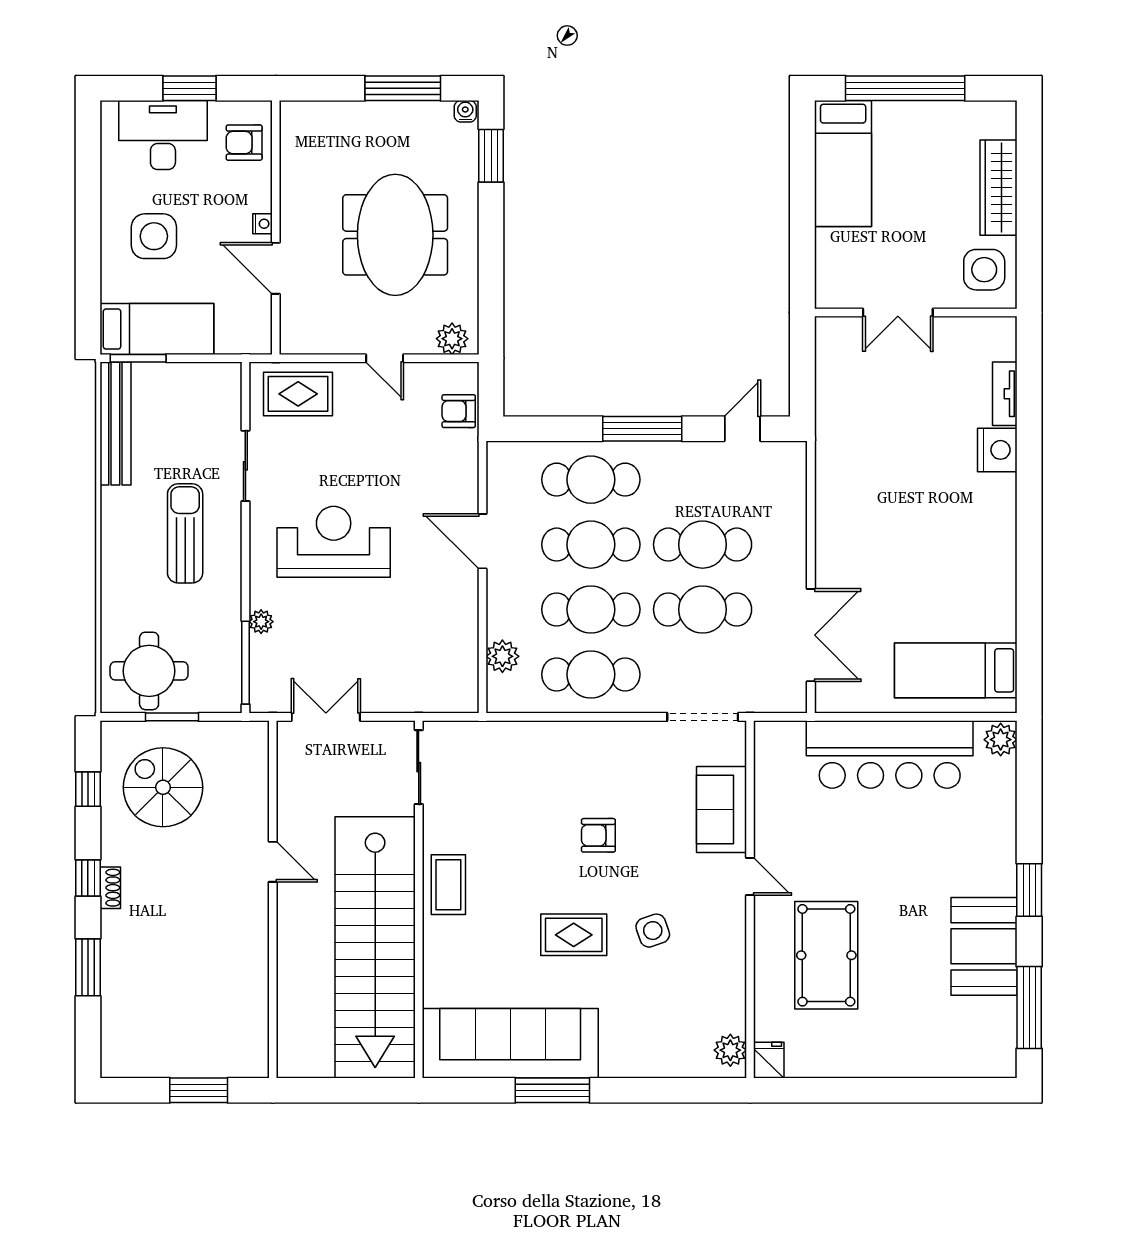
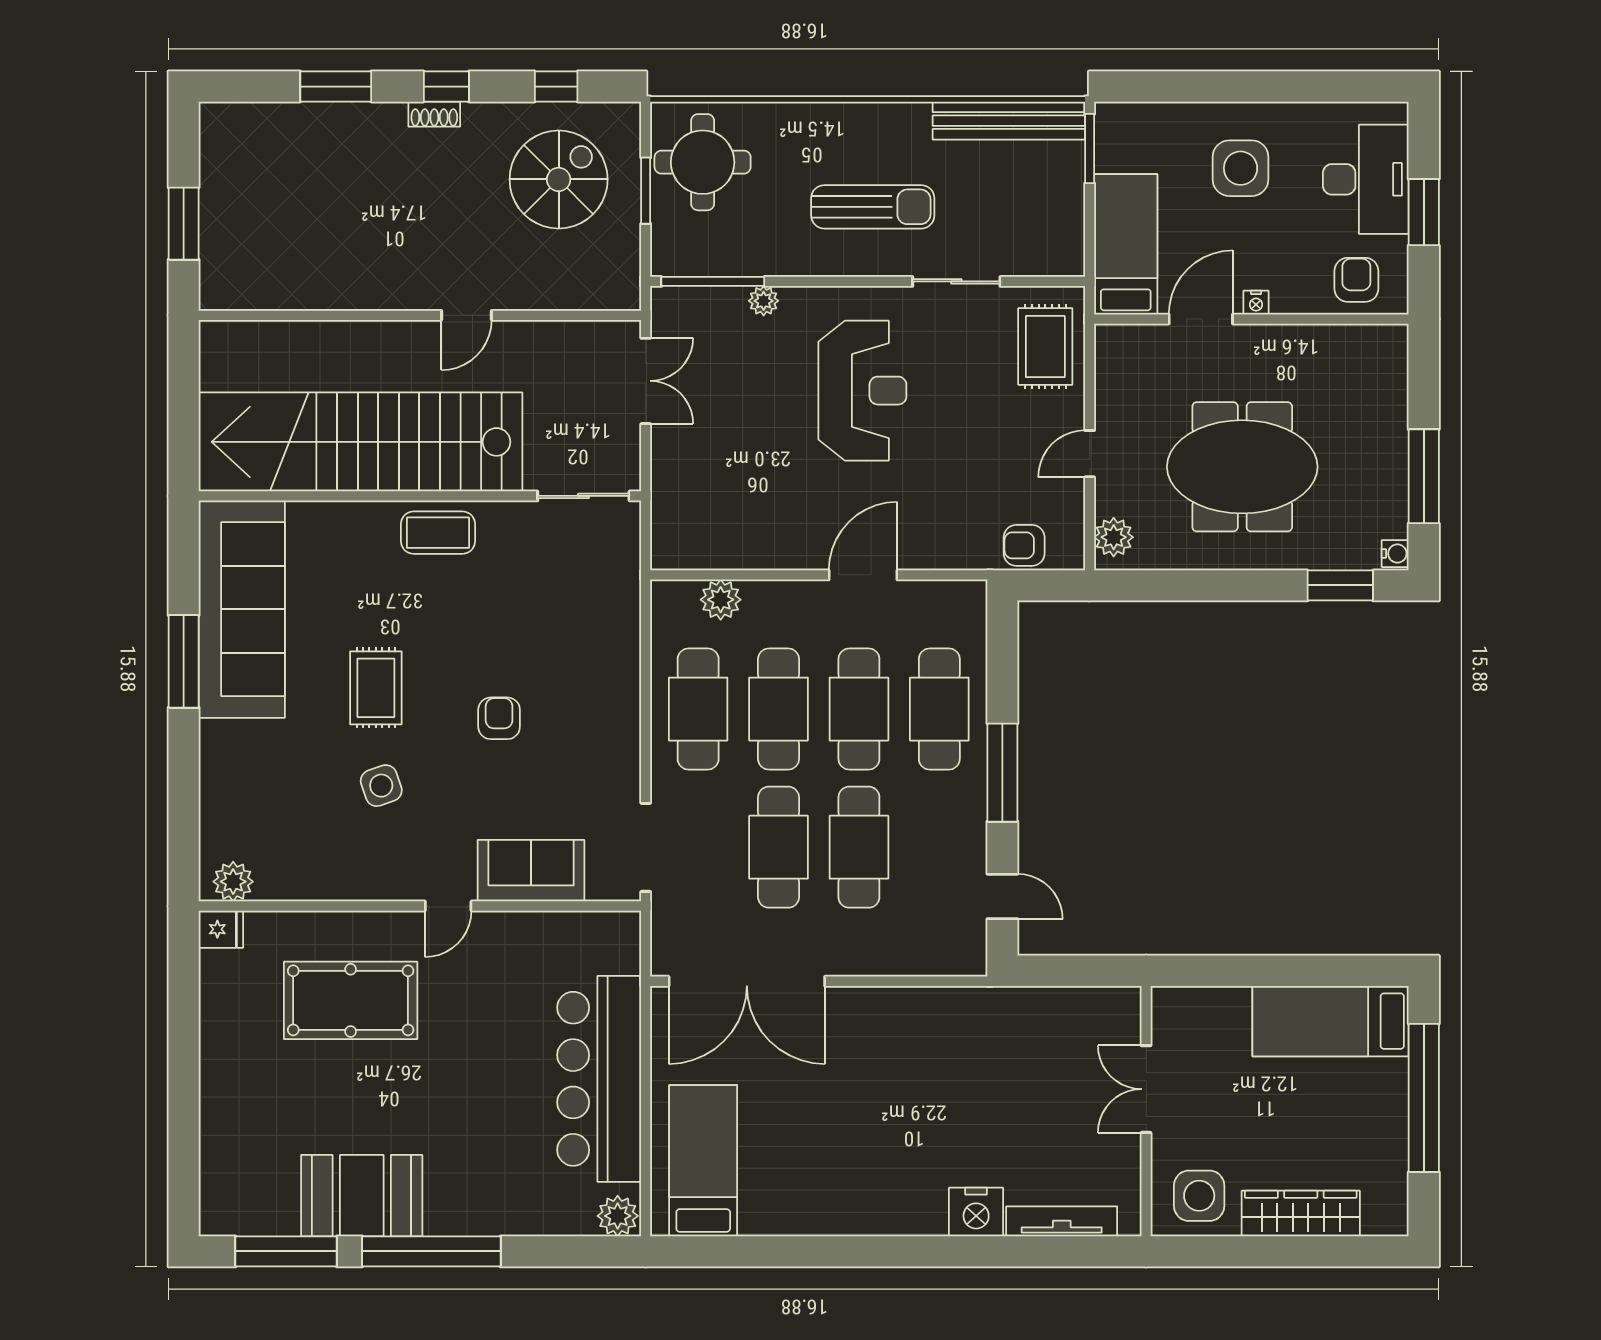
bed: (157, 329) -> (1126, 244), moved, turned 180
tv unit: (1005, 394) -> (1062, 1221), width x1.41
armchair: (459, 411) -> (1024, 545), turned -90
double door: (811, 635) -> (747, 981), width x1.36
window: (1029, 890) -> (431, 1251), width x2.11

